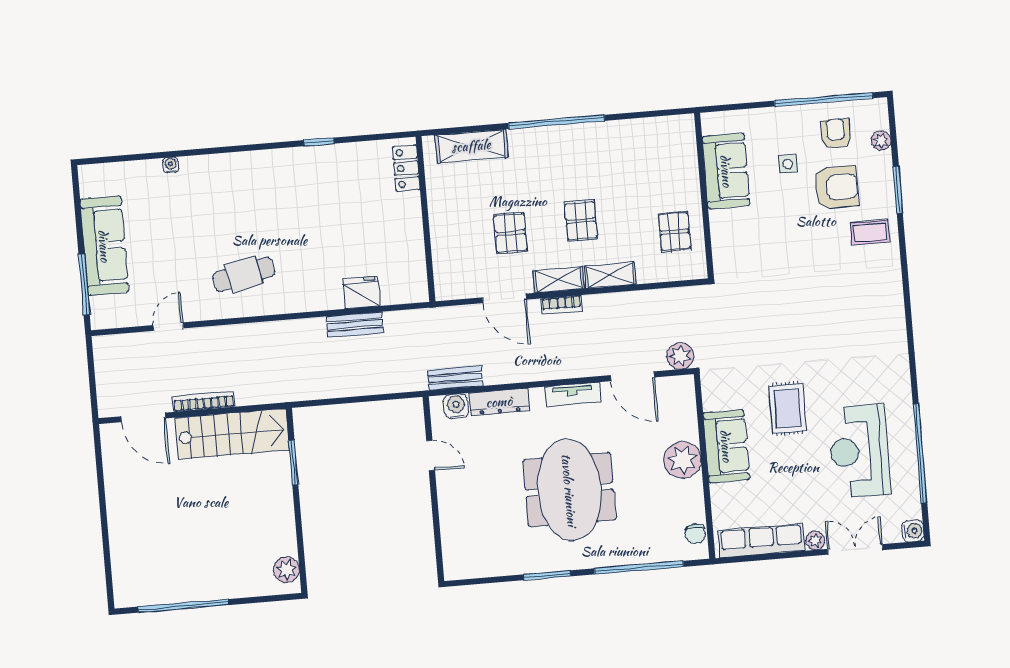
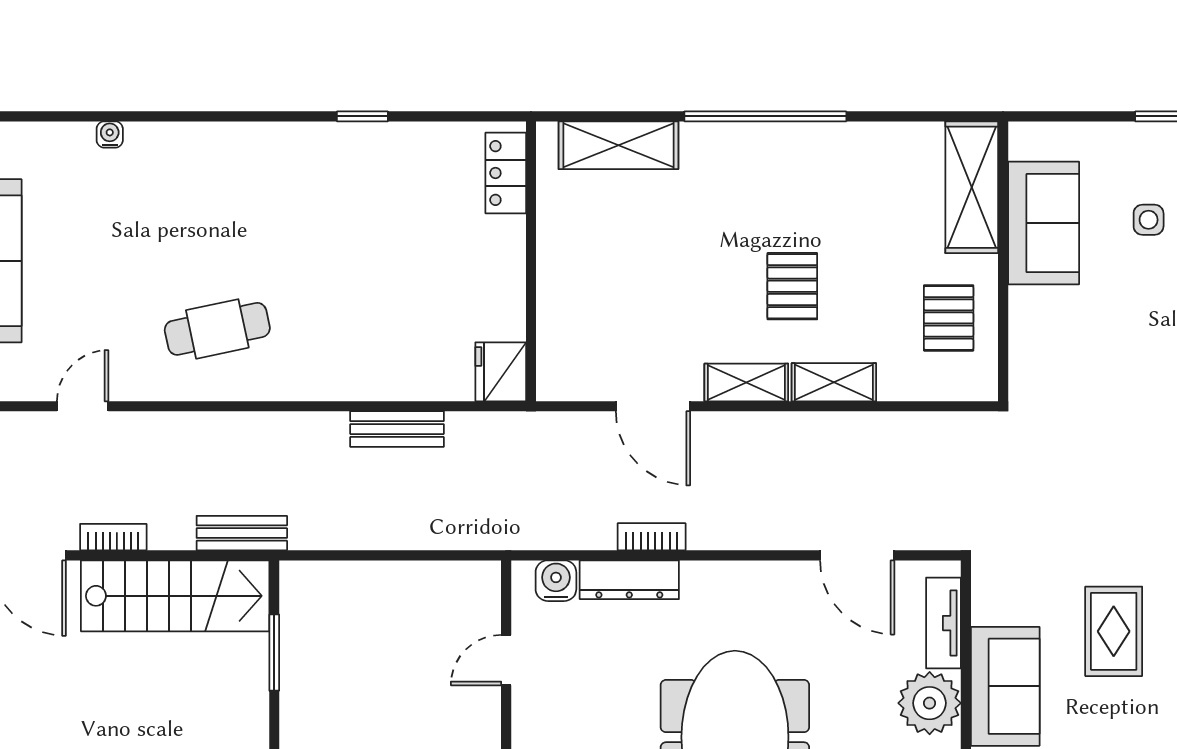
shelving: (682, 153) -> (972, 187), added
pallet: (510, 233) -> (672, 297), removed
fridge: (361, 292) -> (501, 372), moved, turned -90
bookcase: (561, 305) -> (652, 537), moved, turned 180
plant: (680, 356) -> (940, 528), removed
bench: (455, 378) -> (242, 533), moved
tv unit: (573, 395) -> (943, 623), moved, turned 90
bookcase: (204, 401) -> (113, 537), width x0.64
door: (431, 455) -> (506, 660), swing flipped

